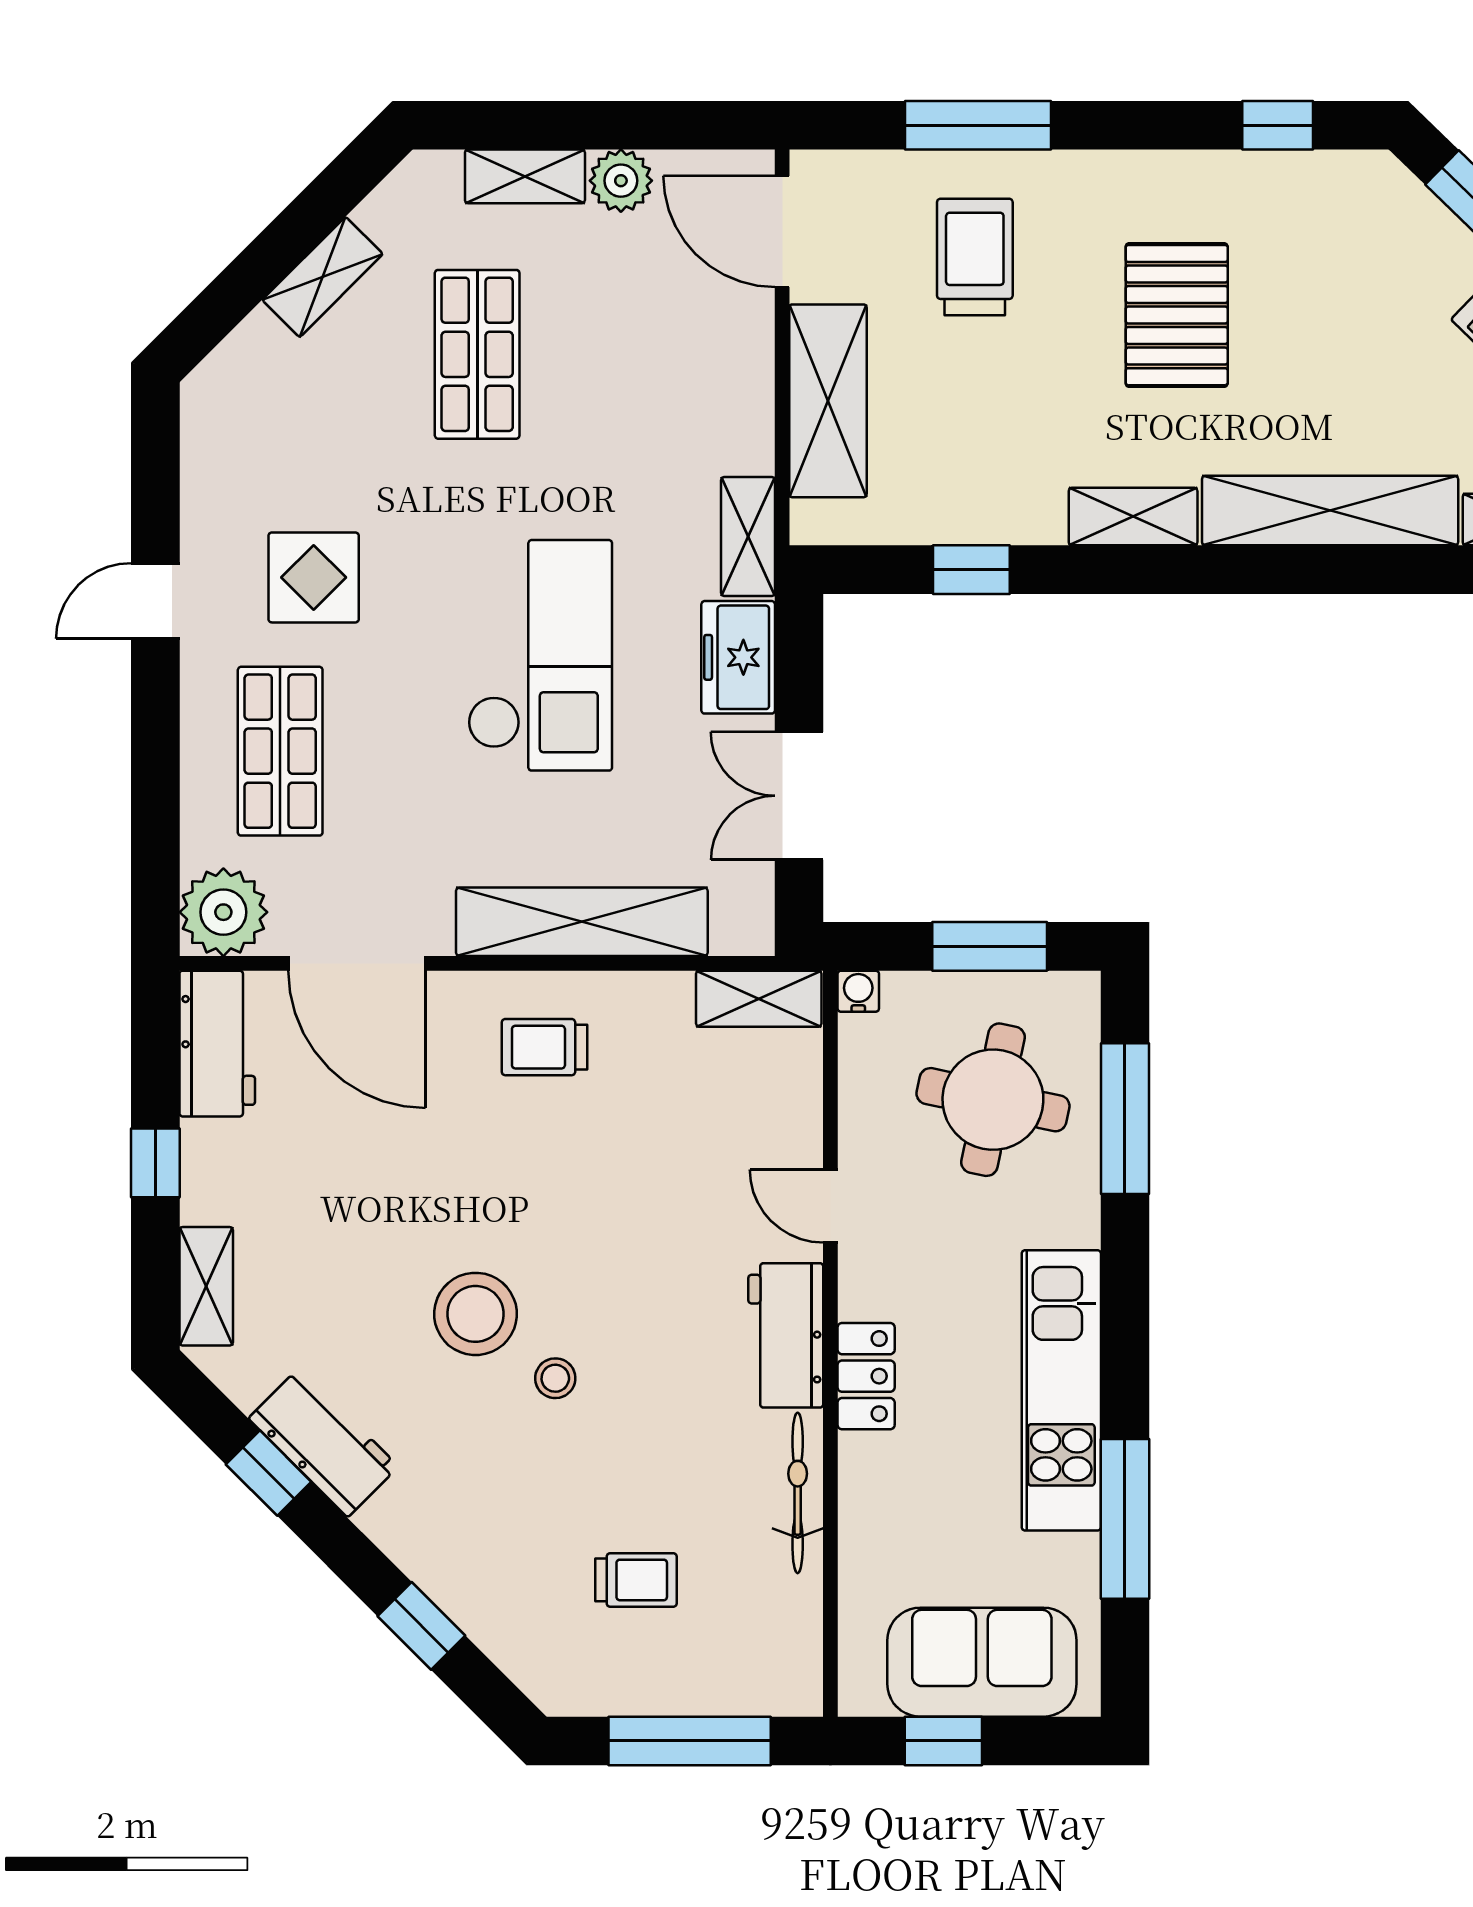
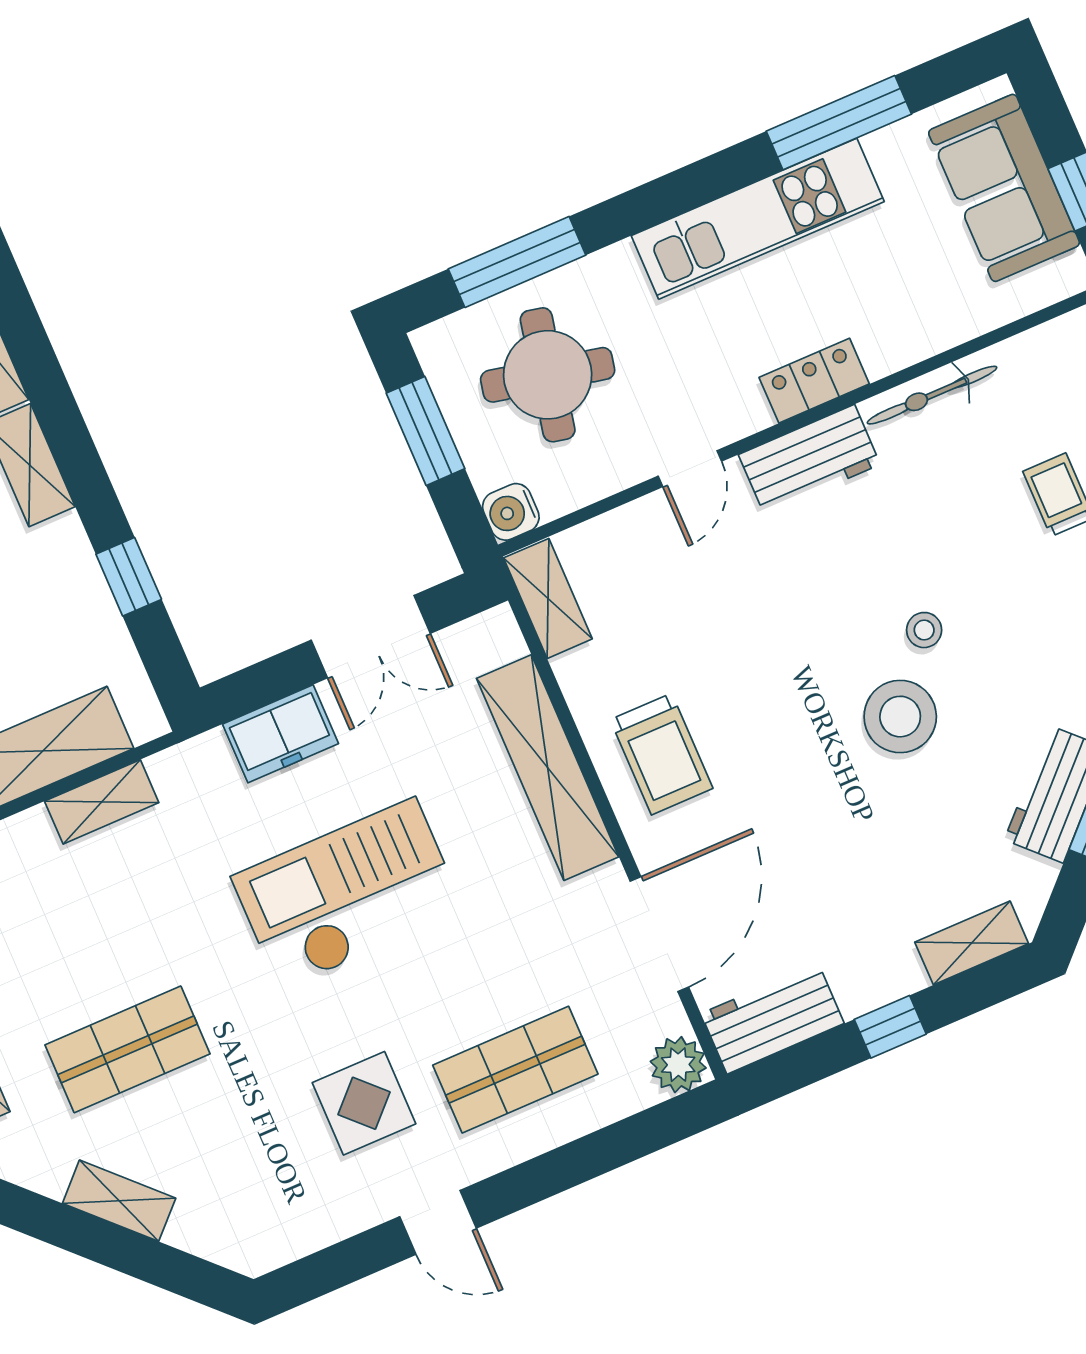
shelving: (748, 537) -> (102, 802), moved
plant: (223, 912) -> (678, 1065), width x0.73, depth x0.73
water cooler: (858, 991) -> (511, 512), width x1.38, depth x1.38
trolley: (544, 1047) -> (661, 754), width x1.36, depth x1.39

